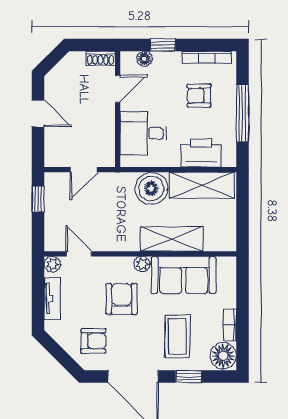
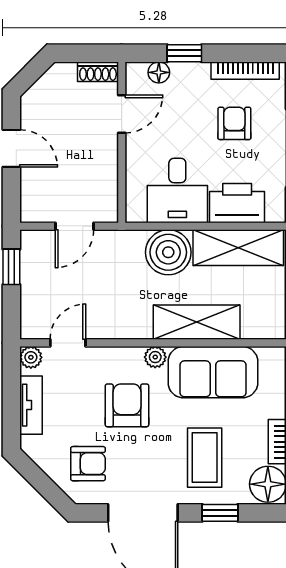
armchair: (199, 96) -> (234, 123), turned 90
desk: (143, 133) -> (177, 191), moved, turned -90
door: (79, 254) -> (68, 343), hinge flipped

